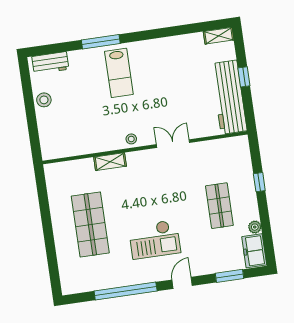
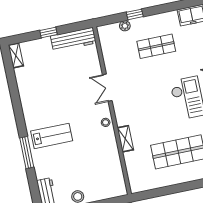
workbench: (229, 97) -> (73, 40), width x0.73, depth x0.76
plant: (255, 227) -> (125, 26), moved

